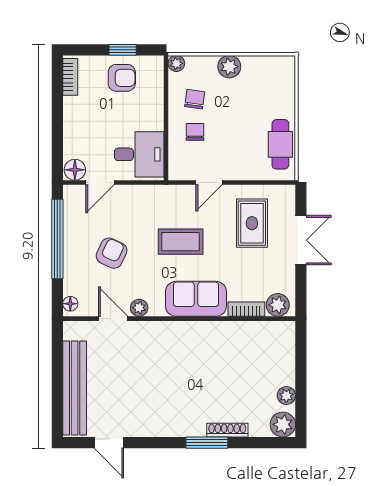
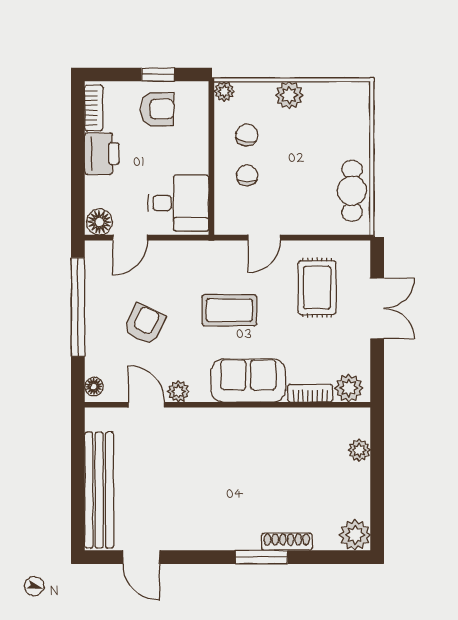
printer: (77, 114) -> (102, 154), added
plant: (286, 396) -> (359, 450), moved

